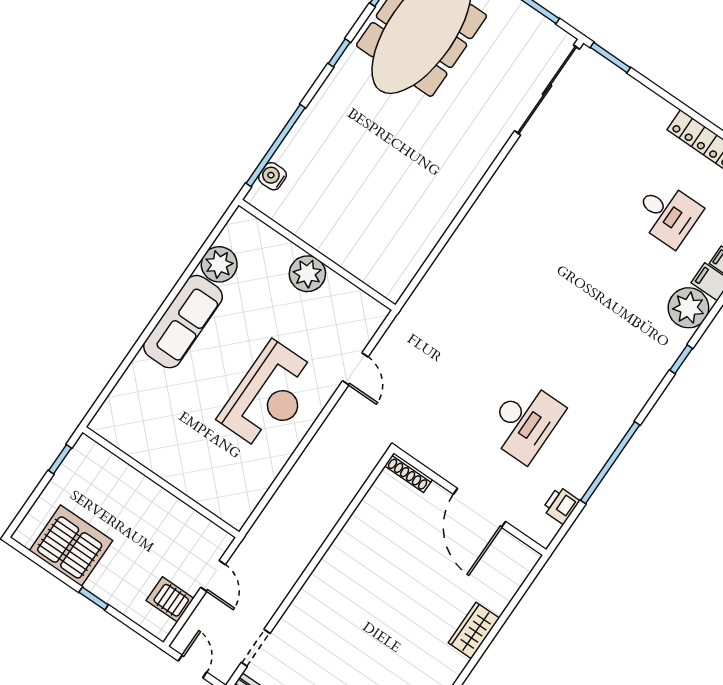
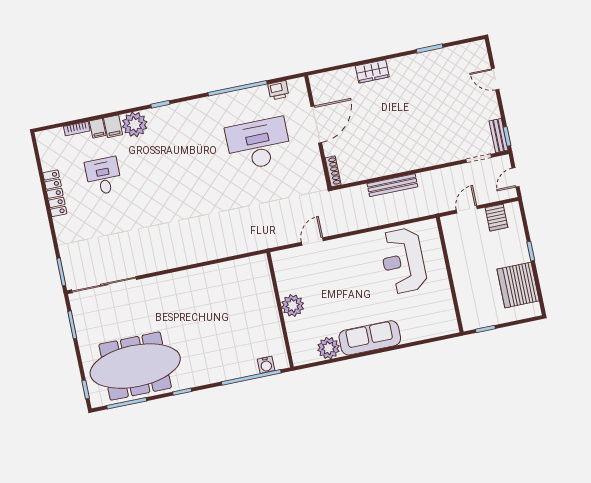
reception desk: (269, 396) -> (403, 261), moved, turned -90
desk: (525, 422) -> (258, 144), width x1.36, depth x1.30
bench: (325, 522) -> (392, 185), added

